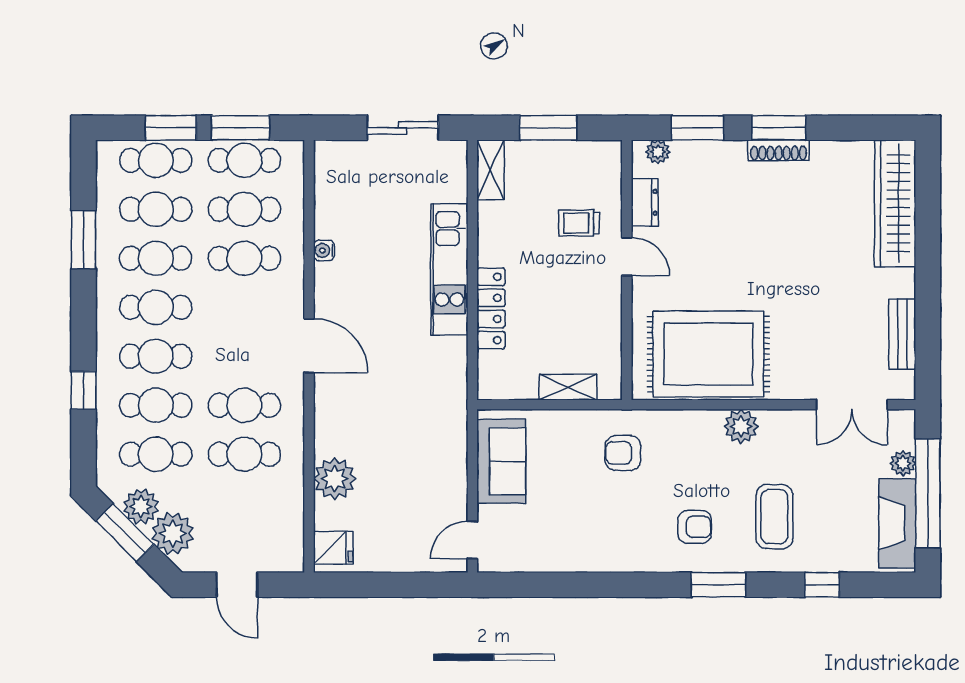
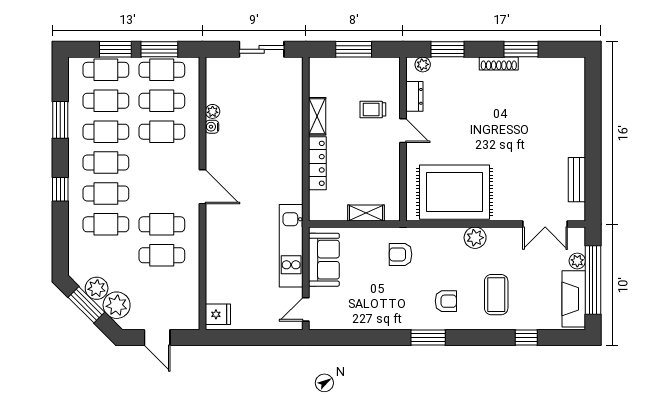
window: (779, 128) -> (521, 49), moved
shelving: (490, 170) -> (317, 116), moved
wardrobe: (895, 203) -> (572, 97), removed
kitchen unit: (449, 269) -> (291, 246), moved
window: (84, 390) -> (60, 189), moved
cafe table: (156, 454) -> (106, 255), removed
plant: (335, 479) -> (213, 111), moved, width x0.53, depth x0.53
window: (718, 585) -> (428, 338), moved

